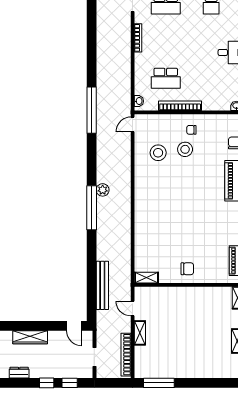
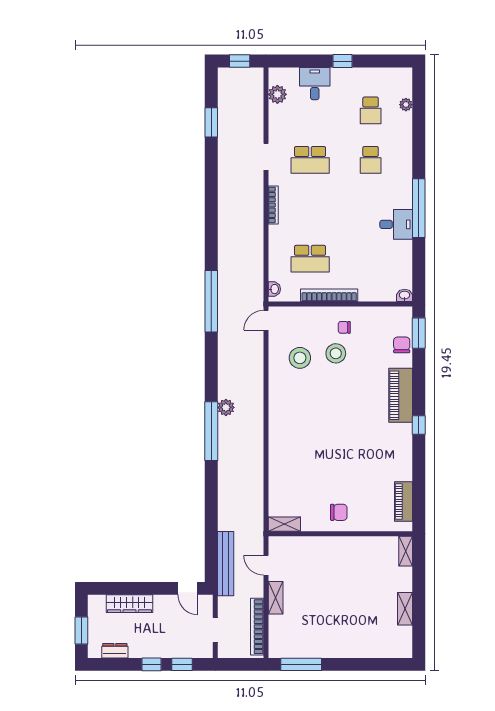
bench: (102, 285) -> (226, 564), moved

